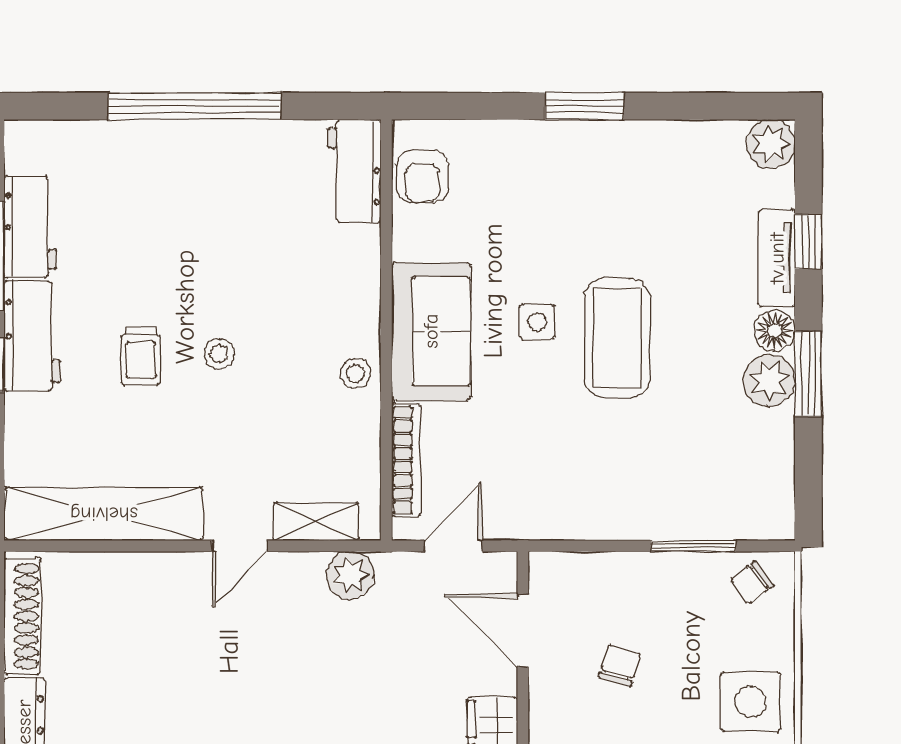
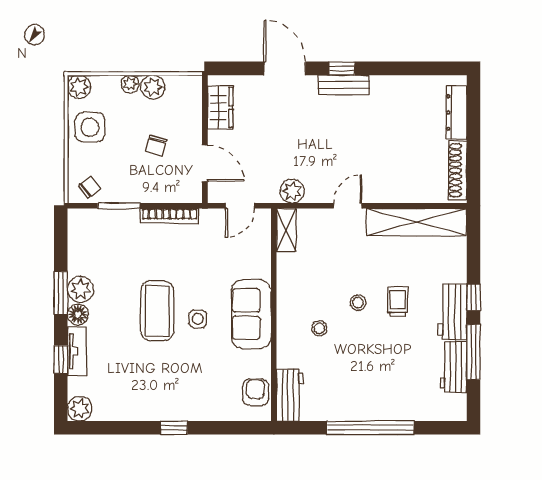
window: (584, 106) -> (174, 428), width x0.67
stool: (356, 373) -> (319, 328), moved
bookcase: (406, 460) -> (170, 216), moved, turned -90
shelving: (316, 521) -> (286, 230), moved, turned 90

